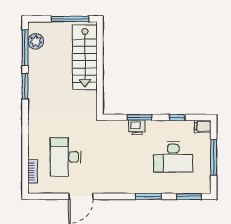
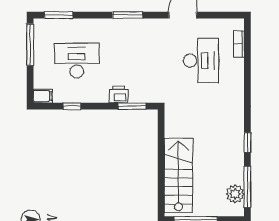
window: (25, 86) -> (247, 142), width x0.67
window: (139, 117) -> (132, 106), moved
window: (214, 157) -> (30, 45), moved
window: (148, 196) -> (128, 15), moved

